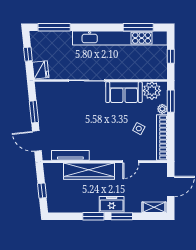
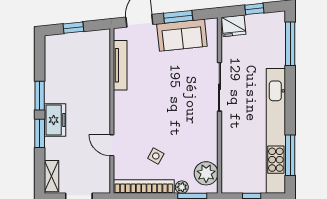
sofa: (124, 92) -> (182, 35), moved, turned -96
wardrobe: (89, 171) -> (99, 90), removed

